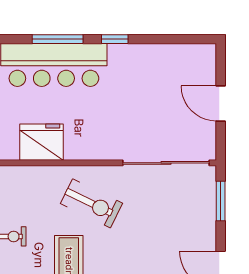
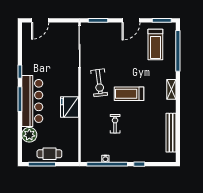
door: (221, 103) -> (40, 20), moved
exercise bike: (91, 203) -> (99, 83), turned 147

